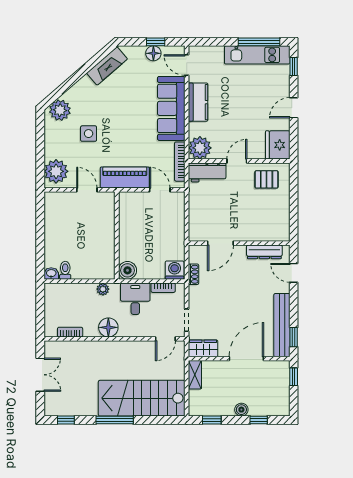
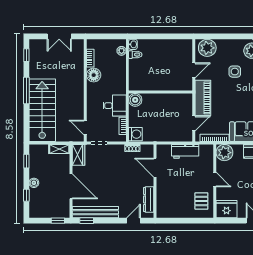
workbench: (207, 172) -> (185, 151), moved, turned -90
plant: (103, 289) -> (122, 51), moved
floor lamp: (108, 327) -> (94, 75), moved

